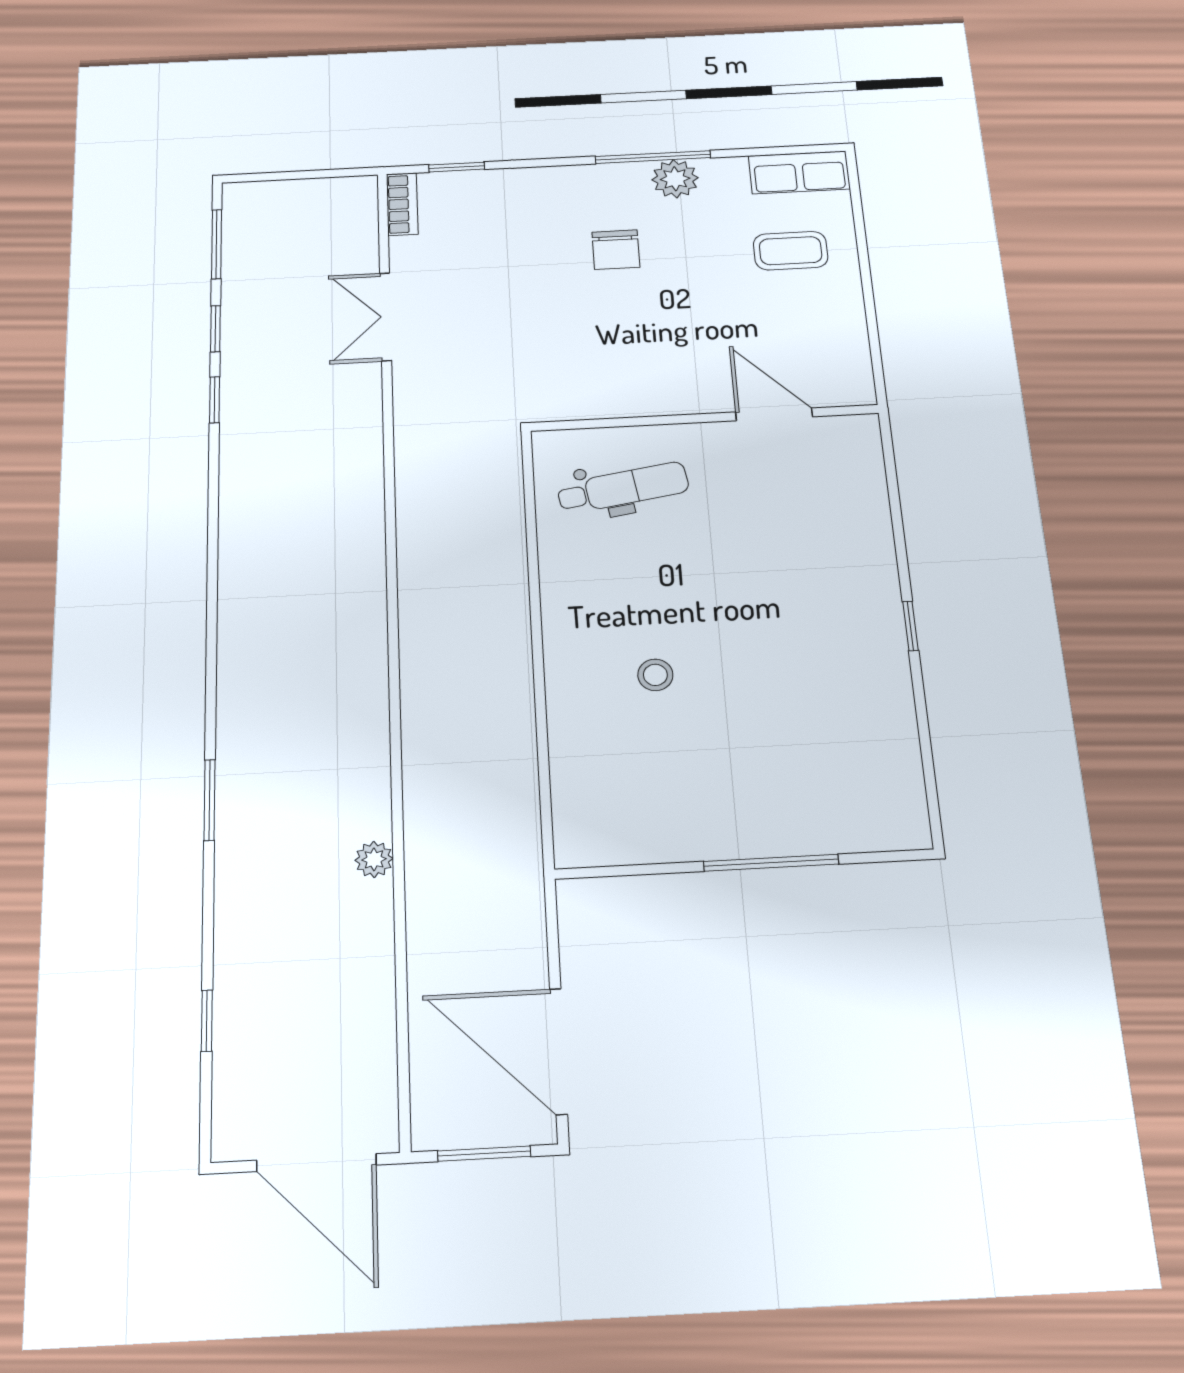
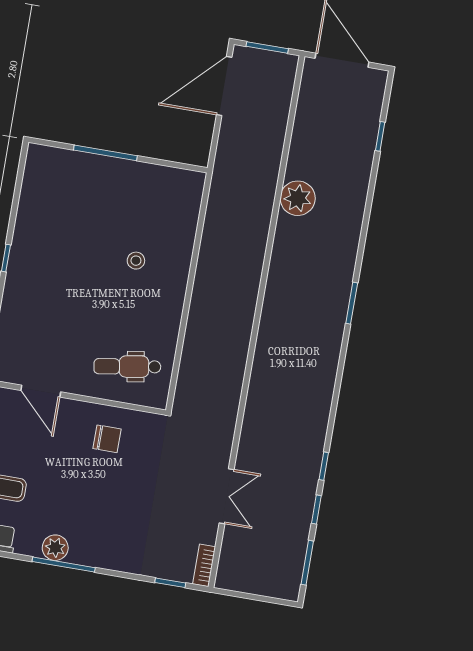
chair: (616, 250) -> (107, 439), moved, turned 90
window: (210, 800) -> (352, 303), moved
plant: (374, 859) -> (298, 198), width x1.88, depth x1.88
door: (559, 1051) -> (224, 86), swing flipped

